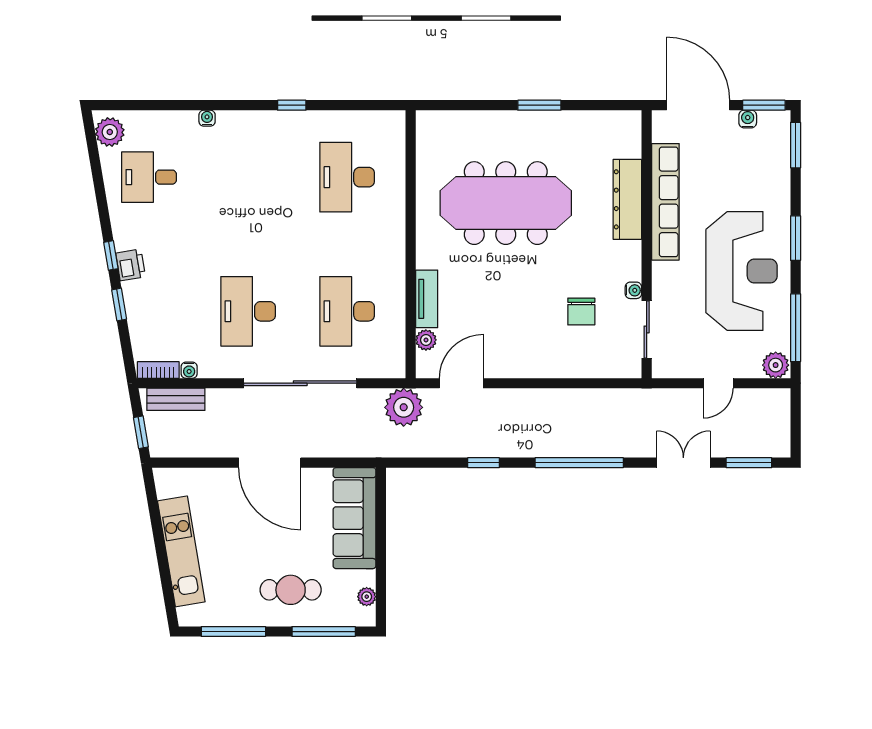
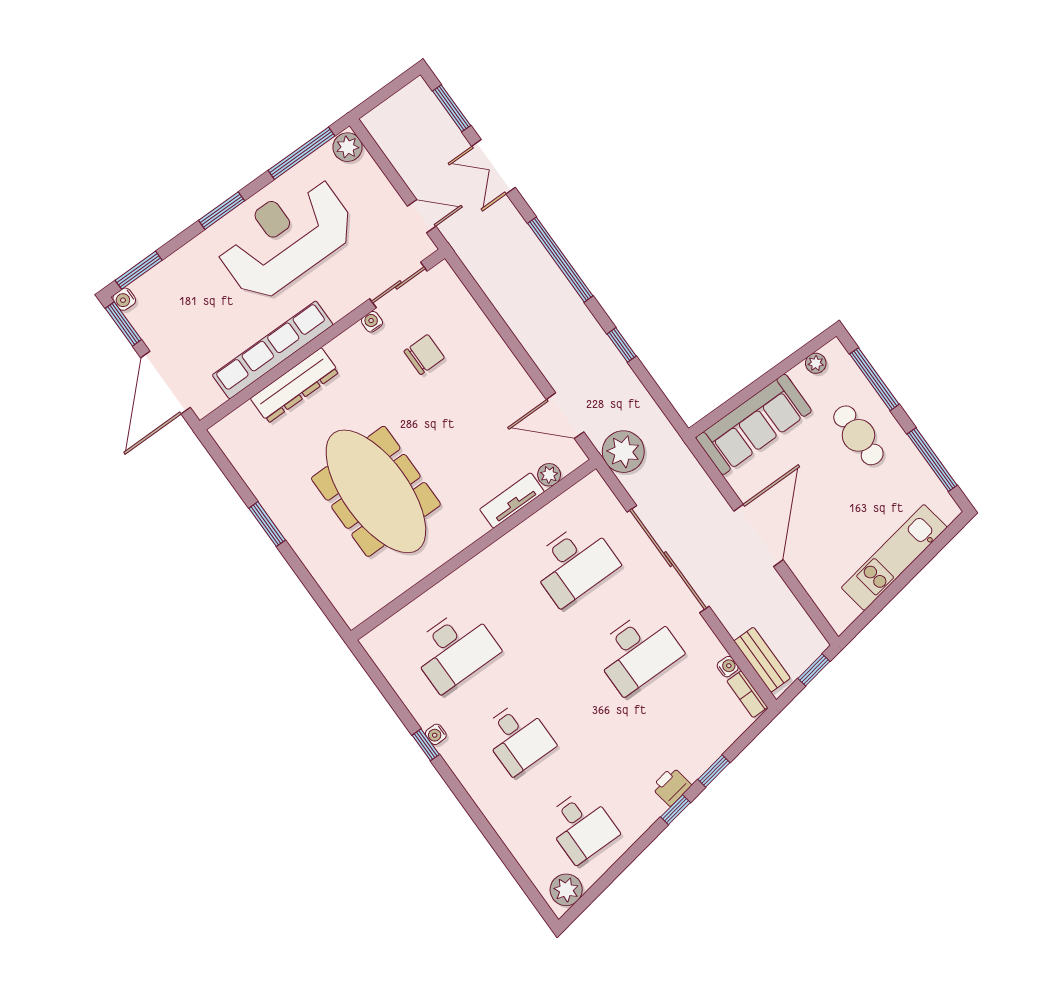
water cooler: (207, 118) -> (436, 734), moved
water cooler: (748, 119) -> (124, 299), moved
desk: (248, 177) -> (518, 738), added
door: (718, 383) -> (422, 216), moved

